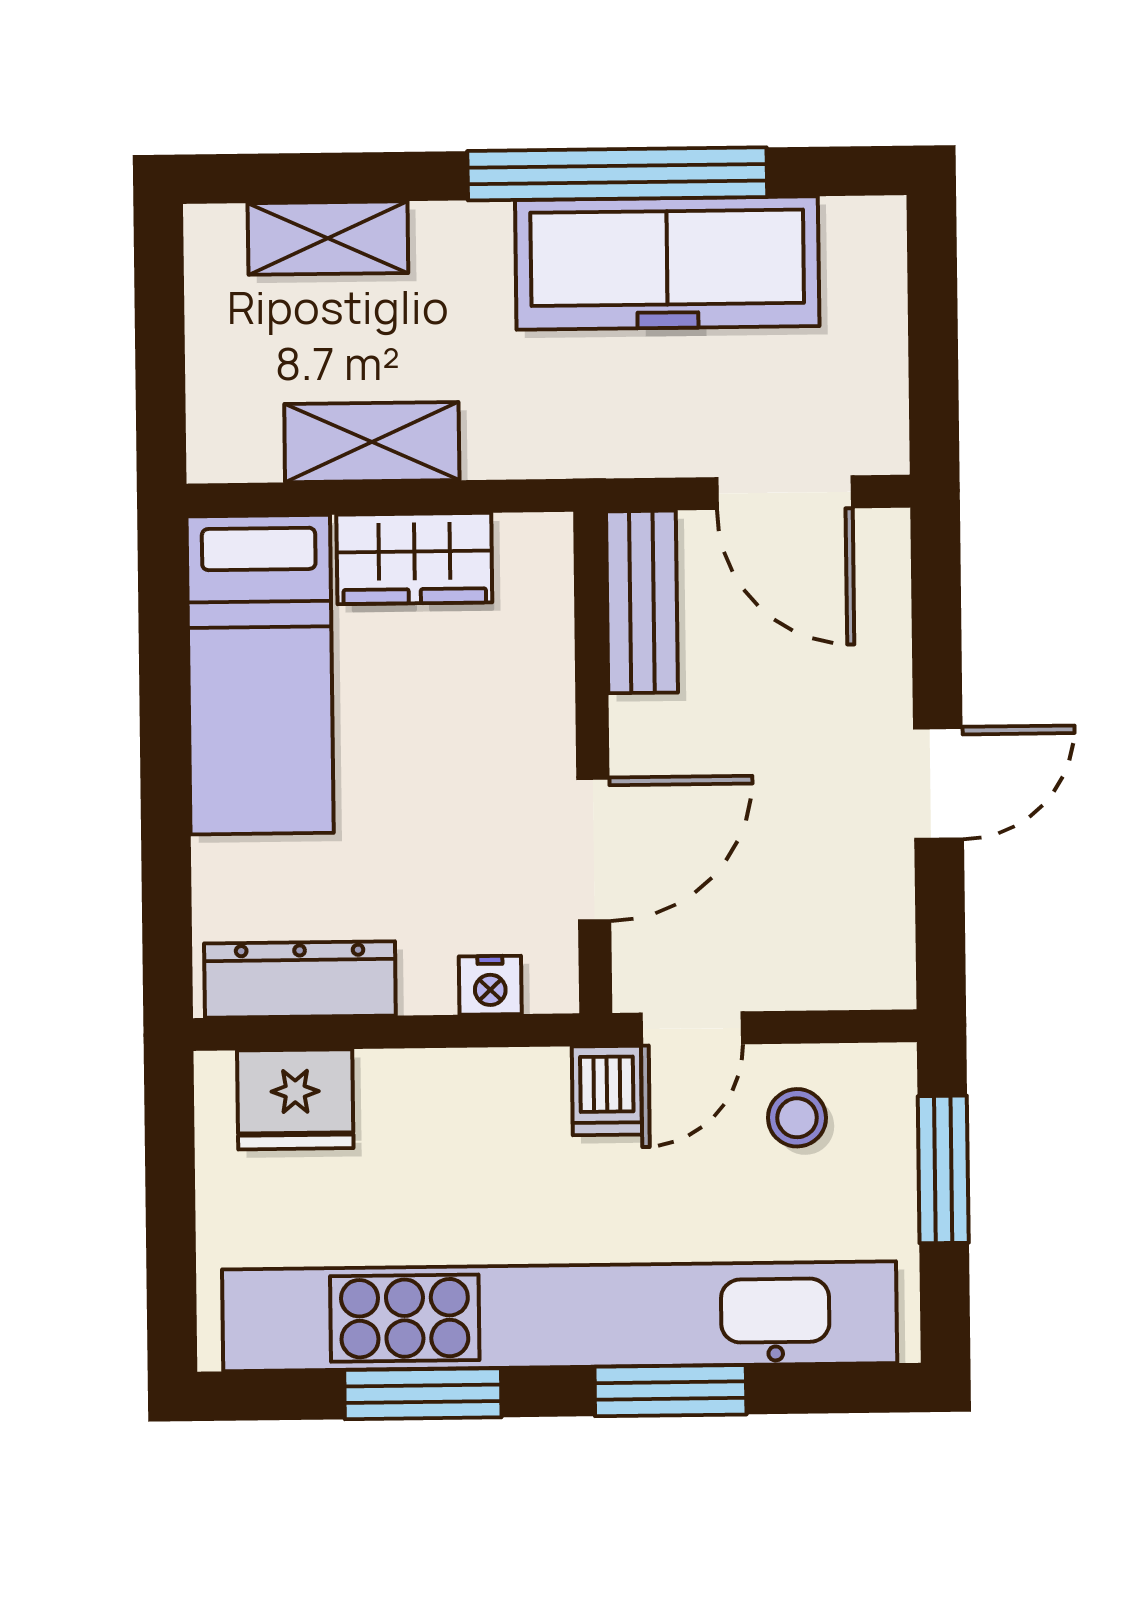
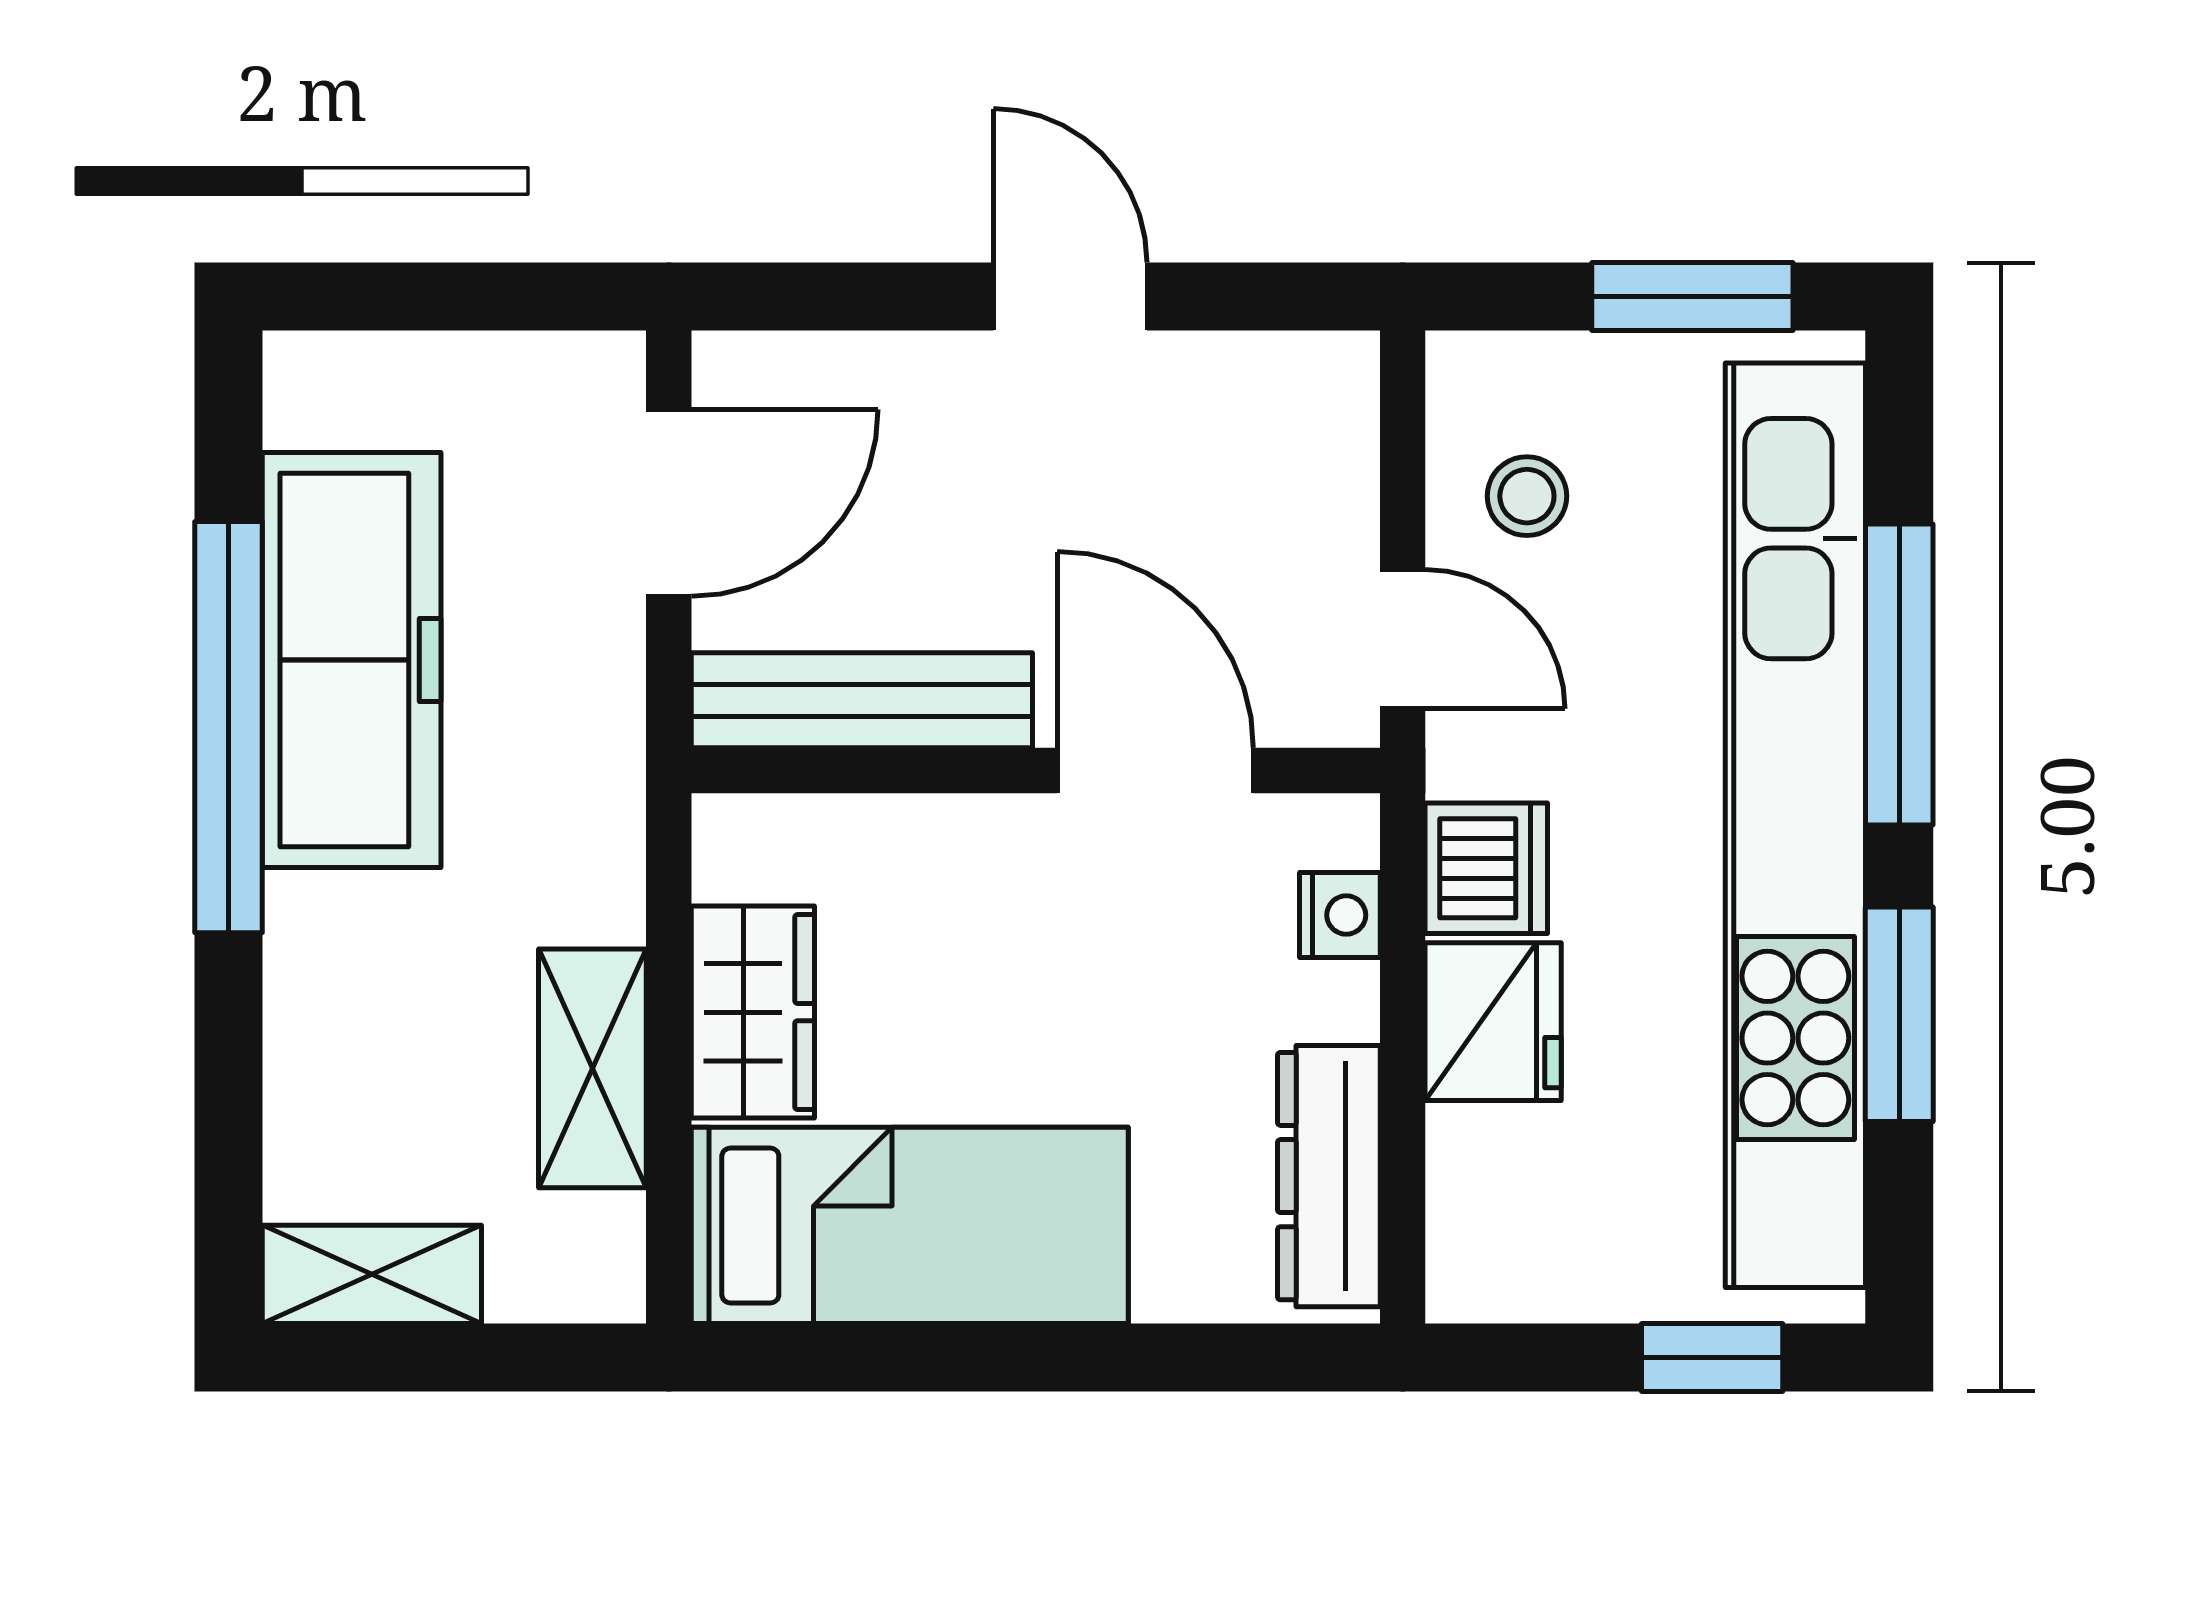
shelving: (328, 238) -> (372, 1274), moved, turned 90
bench: (642, 602) -> (862, 700), width x1.36
dishwasher: (607, 1090) -> (1486, 868), moved, width x1.38
fridge: (295, 1099) -> (1493, 1022), moved
window: (943, 1169) -> (1692, 296), moved
window: (171, 1260) -> (1712, 1358), added
window: (670, 1391) -> (1899, 674), width x1.44

